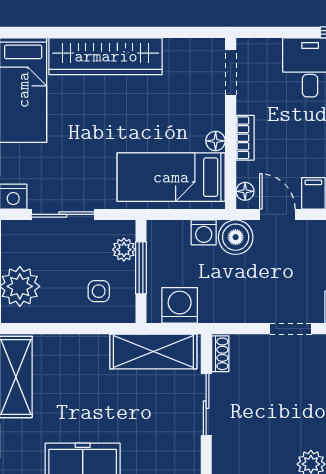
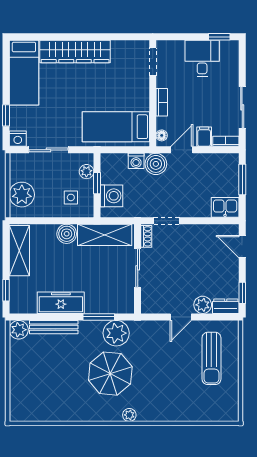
floor lamp: (216, 141) -> (143, 104), removed
door: (277, 214) -> (182, 150), hinge flipped
window: (141, 268) -> (97, 183), width x0.67
washing machine: (180, 305) -> (112, 196), moved, turned 90
doorway: (291, 329) -> (166, 221), moved
boiler: (92, 350) -> (67, 234), added

